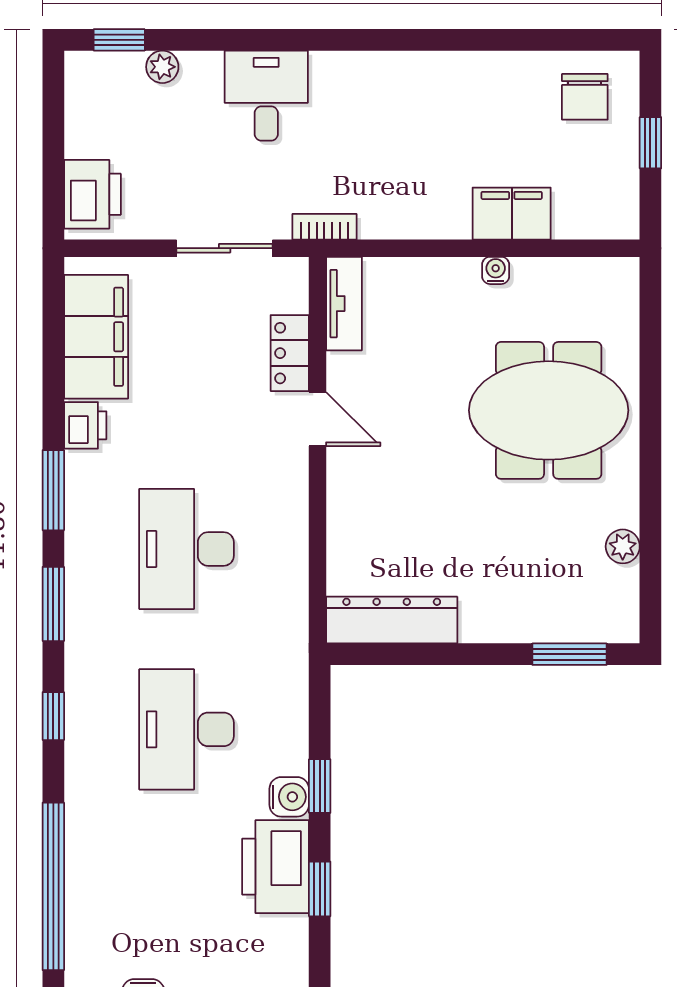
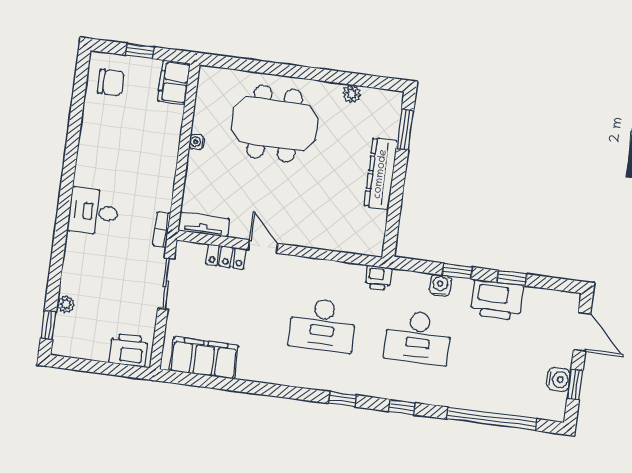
desk: (266, 96) -> (93, 212), moved
filing cabinet: (512, 214) -> (174, 82), moved
meeting table: (549, 410) -> (274, 124), turned 90
door: (318, 419) -> (263, 247), hinge flipped
printer: (85, 425) -> (378, 278), moved, turned 180
window: (53, 490) -> (282, 391), removed
window: (53, 604) -> (342, 399), width x0.67
dresser: (392, 620) -> (381, 174), moved
water cooler: (289, 797) -> (440, 285), moved

